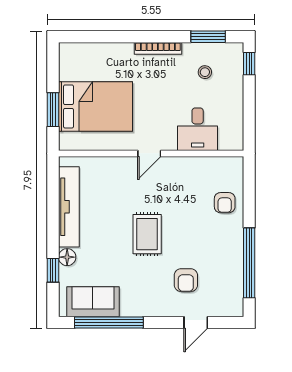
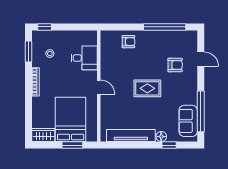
wardrobe: (69, 61) -> (43, 135), added

